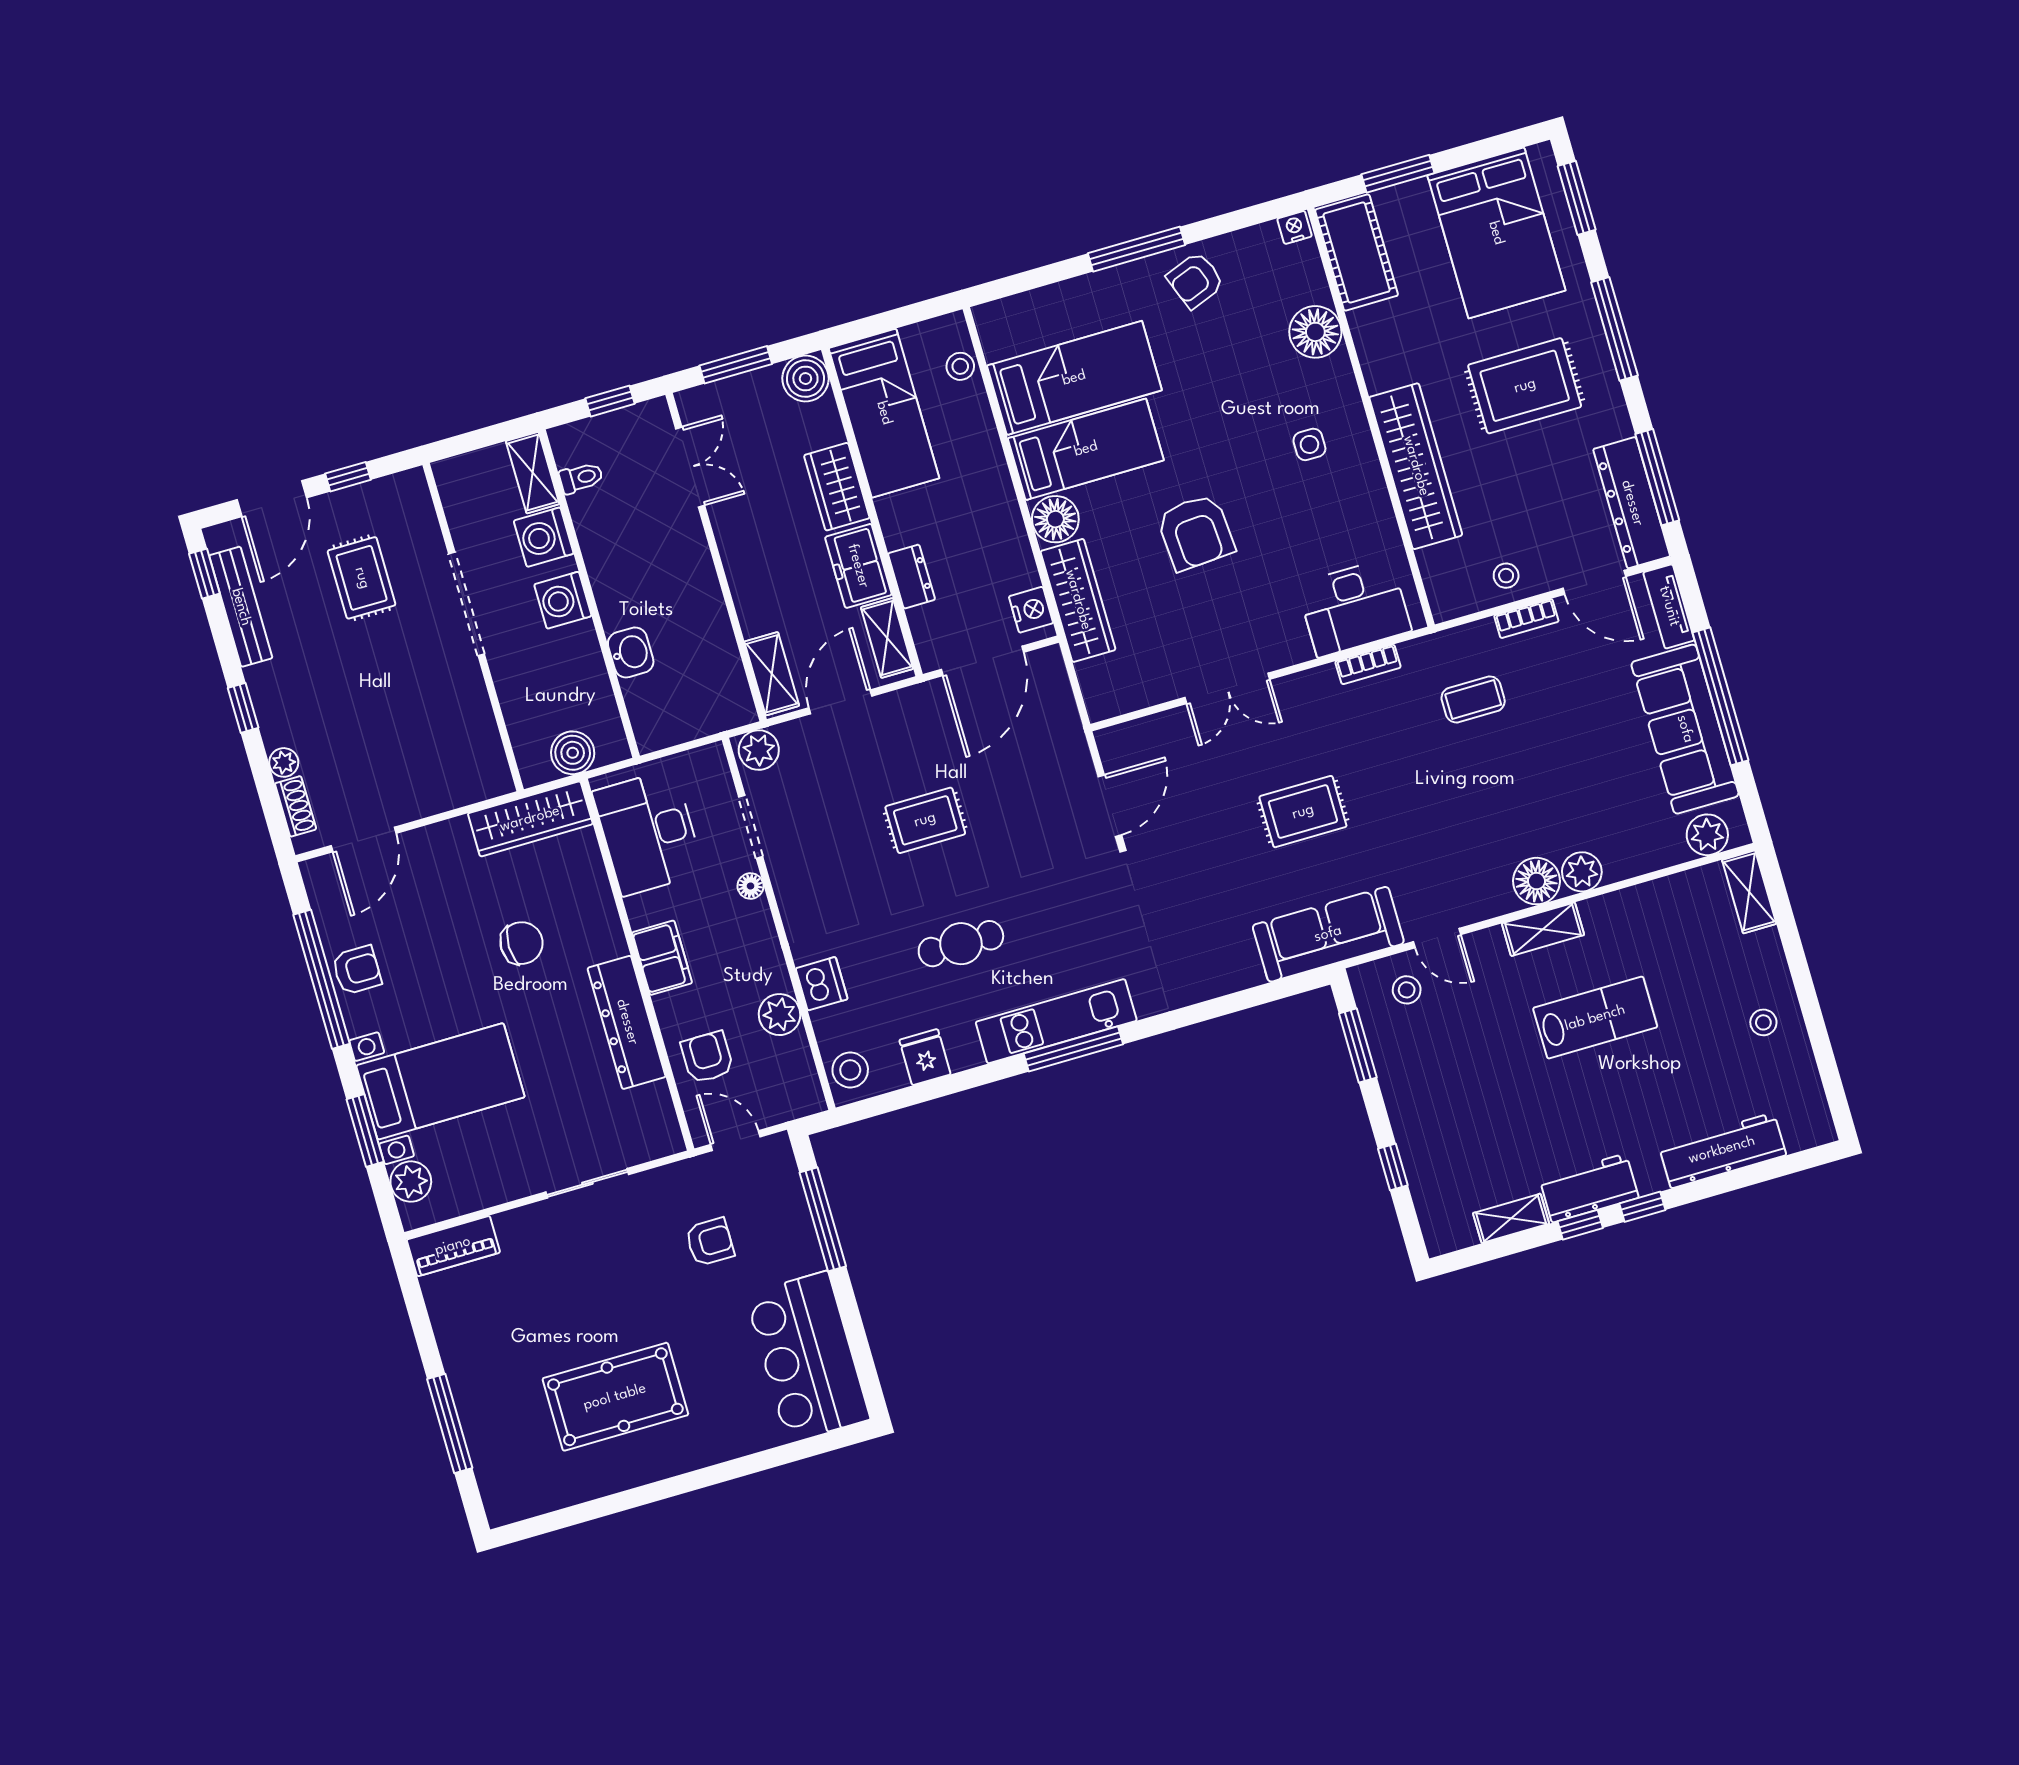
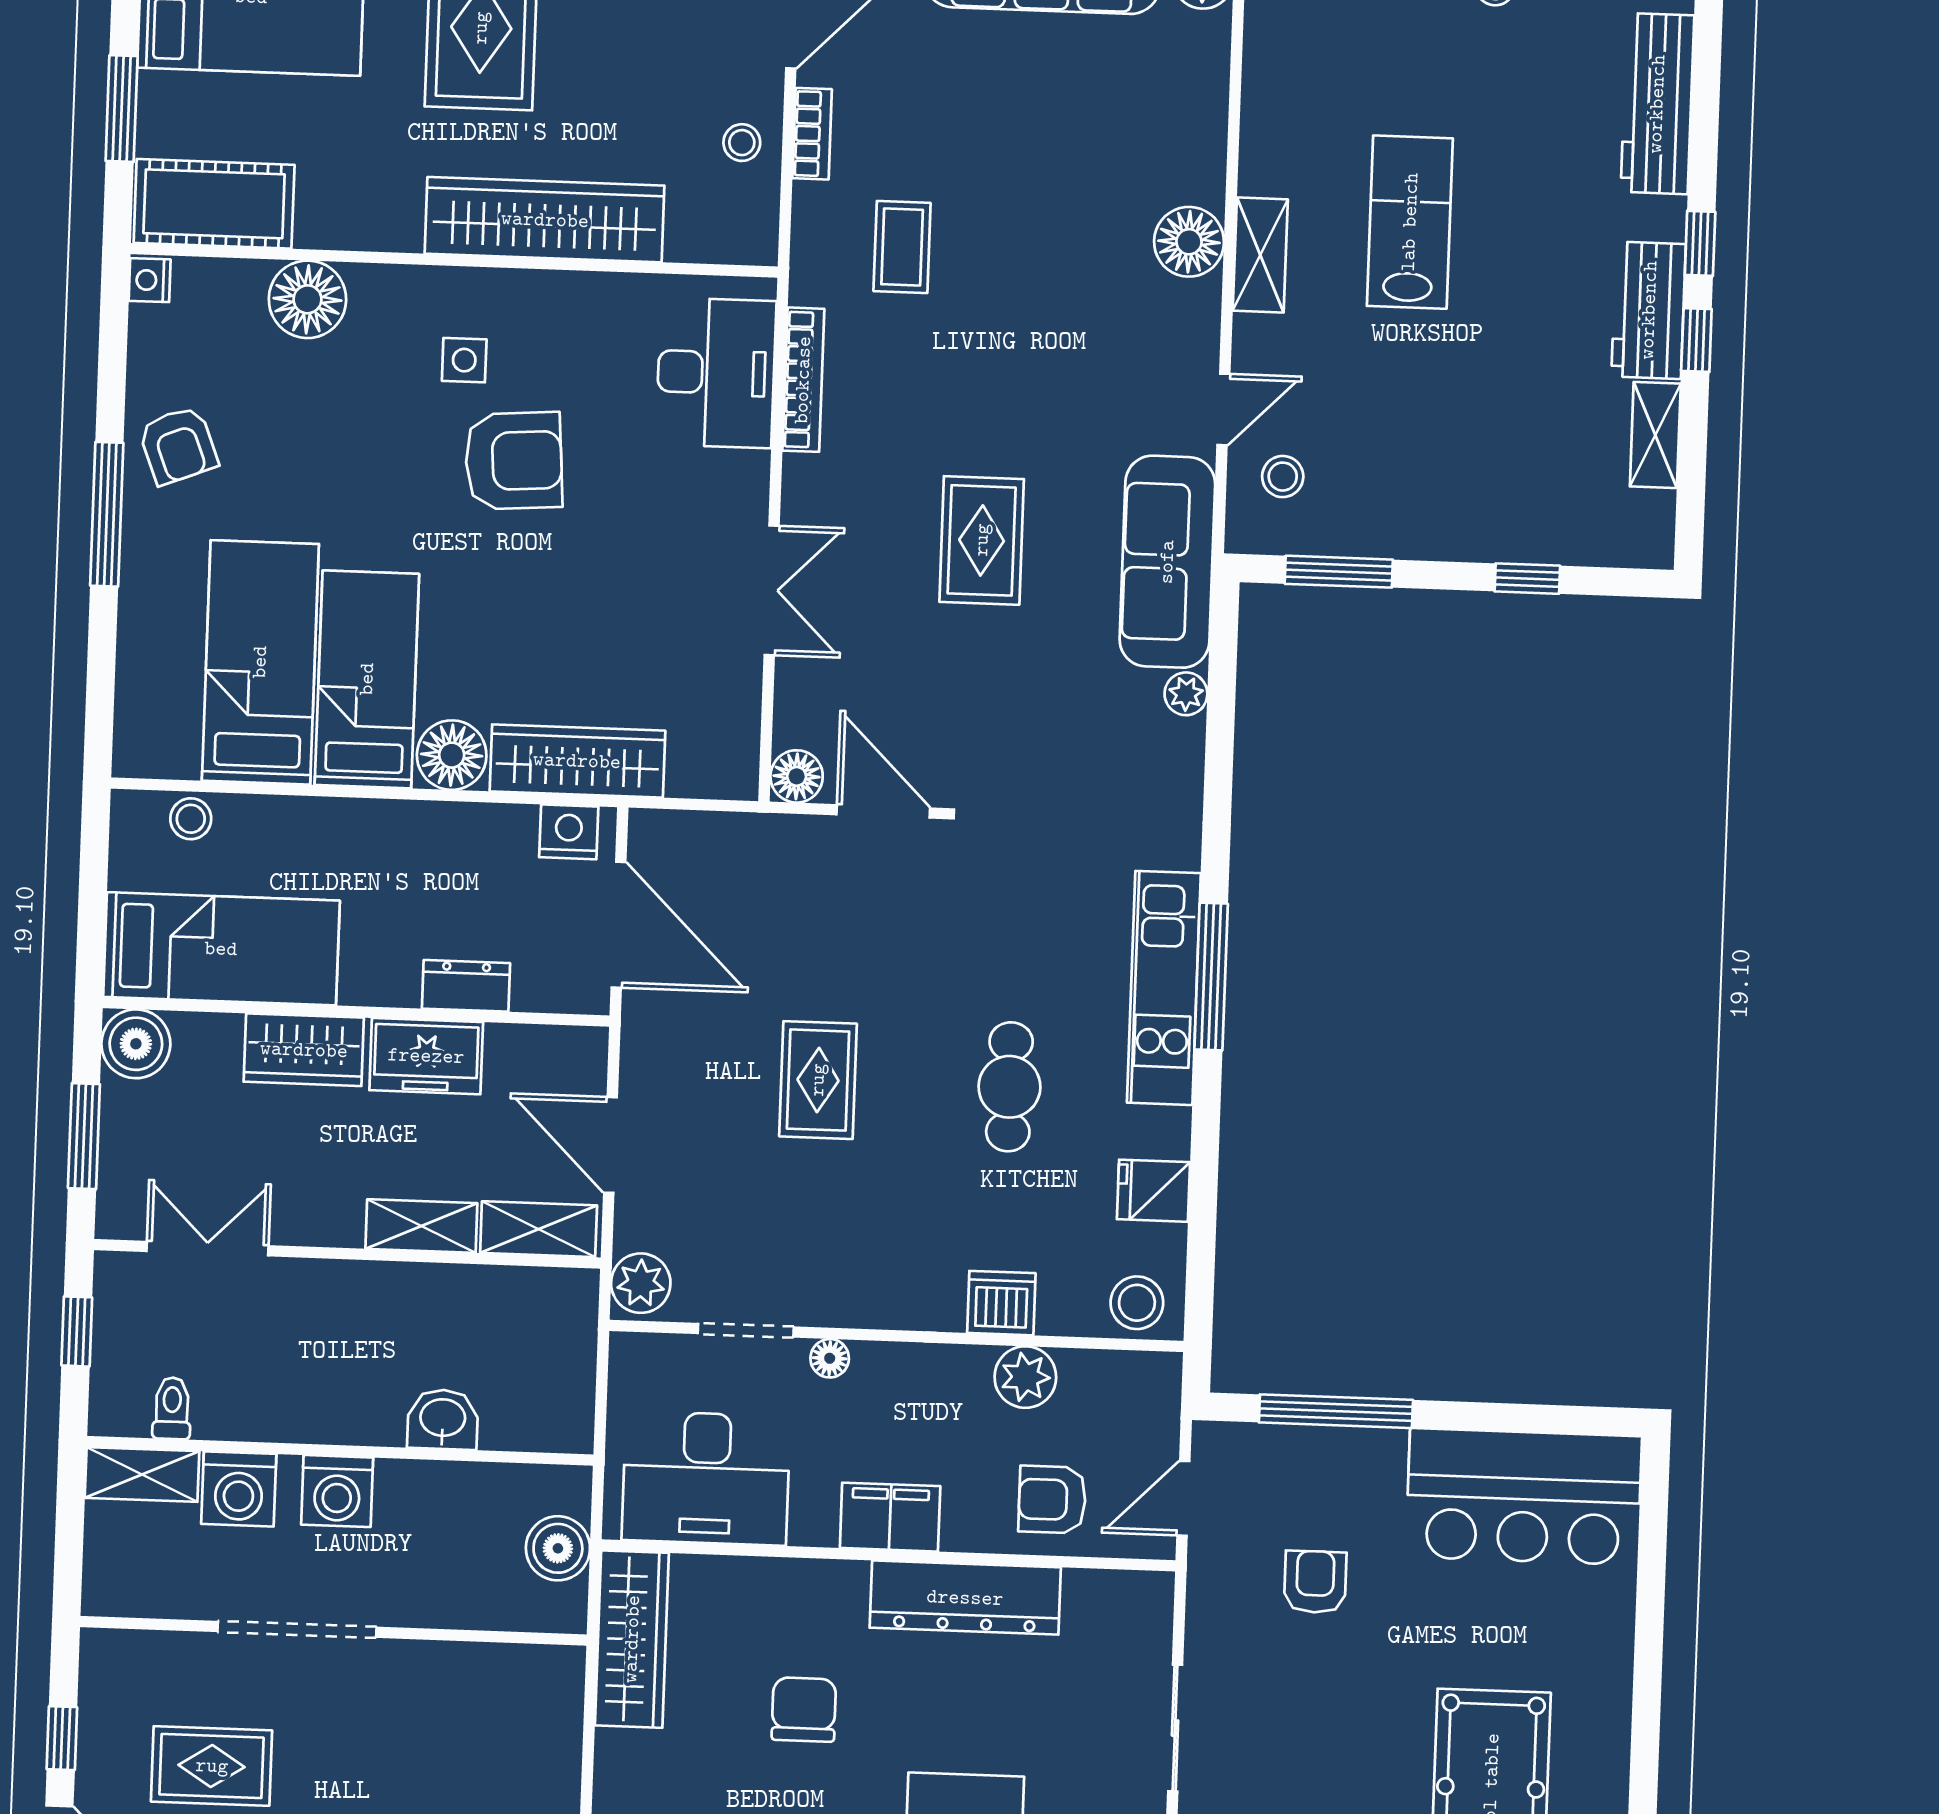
armchair: (1196, 532) -> (514, 461), moved
shelving: (887, 638) -> (421, 1226), moved
bookcase: (1368, 664) -> (803, 380), width x1.56
floor lamp: (1114, 743) -> (797, 776), added
plant: (1582, 872) -> (1186, 694), moved, width x0.73, depth x0.73

